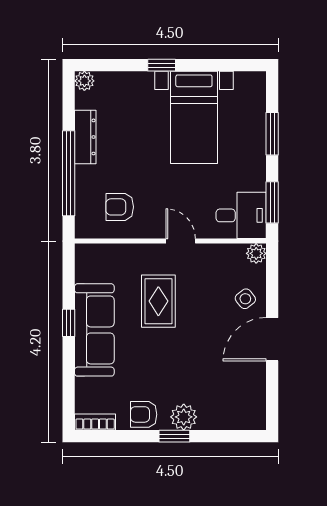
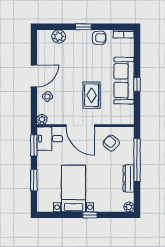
armchair: (120, 207) -> (111, 143), turned -139
door: (181, 241) -> (80, 126), width x1.88
plant: (184, 417) -> (59, 37), moved

